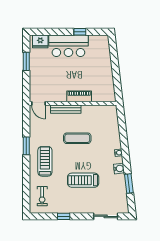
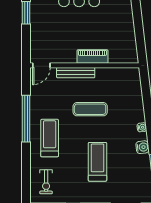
door: (38, 103) -> (41, 65), hinge flipped
window: (26, 146) -> (26, 119), width x2.11
treadmill: (83, 180) -> (97, 162), turned 90

